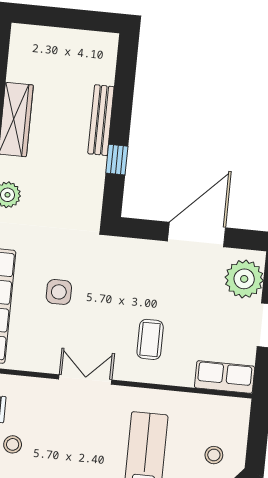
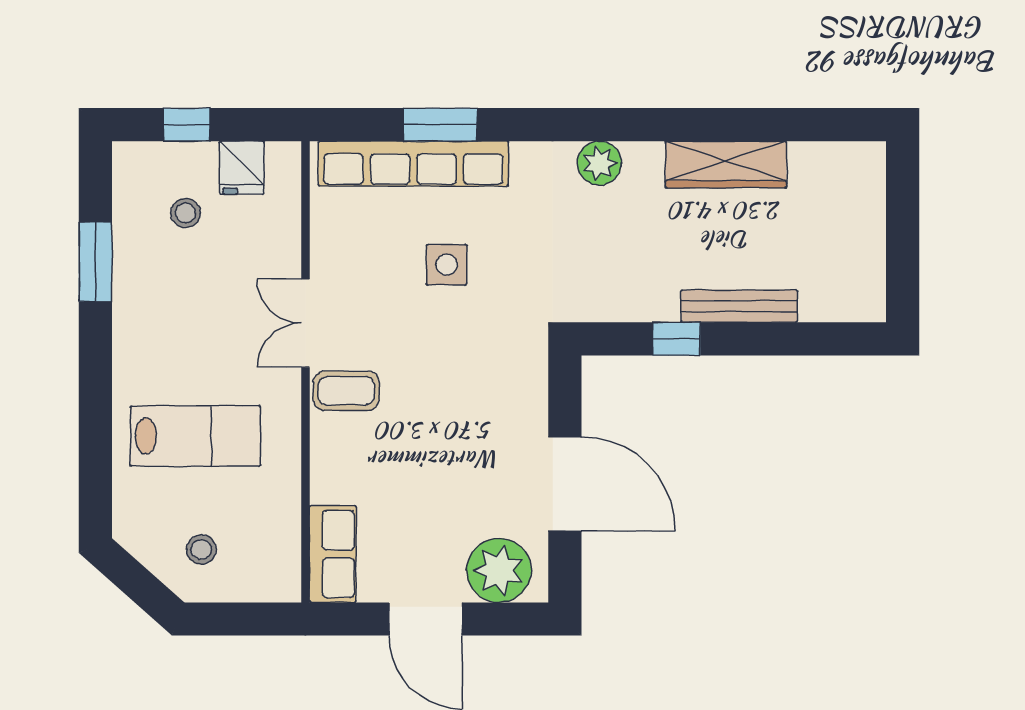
coffee table: (150, 339) -> (346, 391), moved
double door: (85, 380) -> (305, 323), swing flipped

